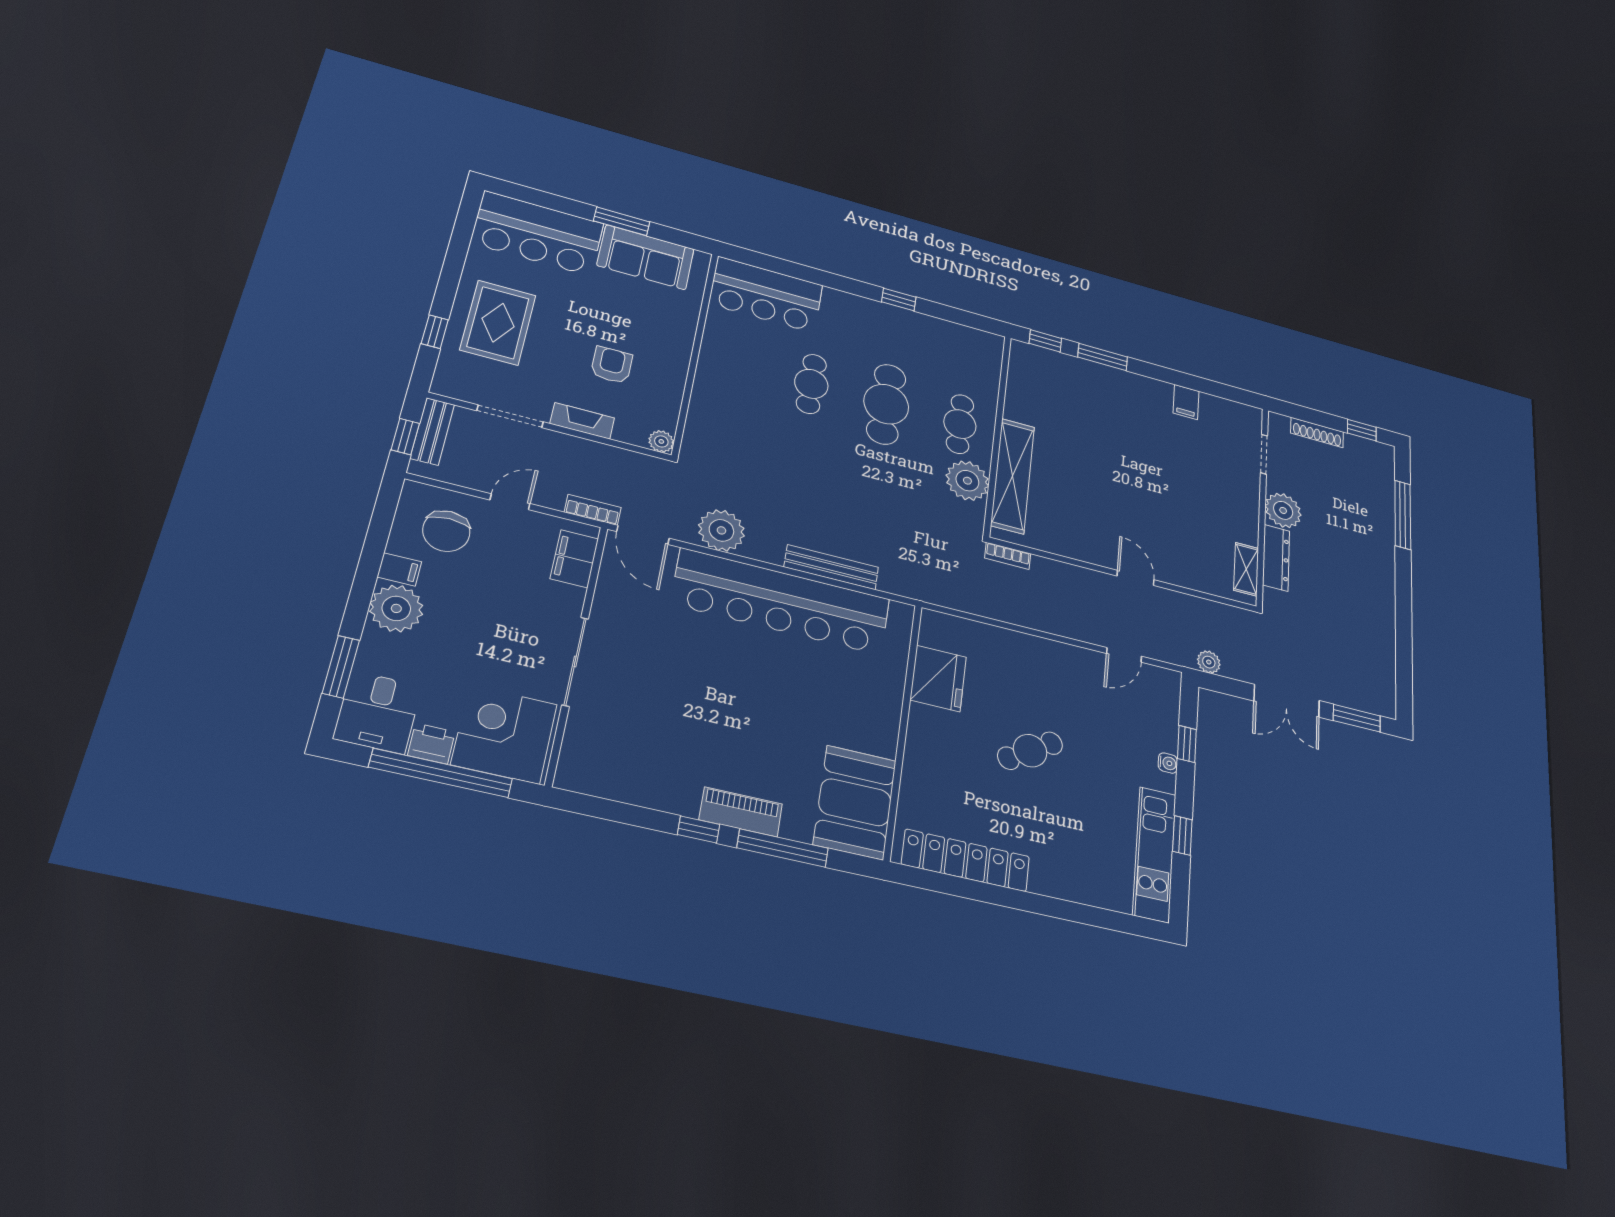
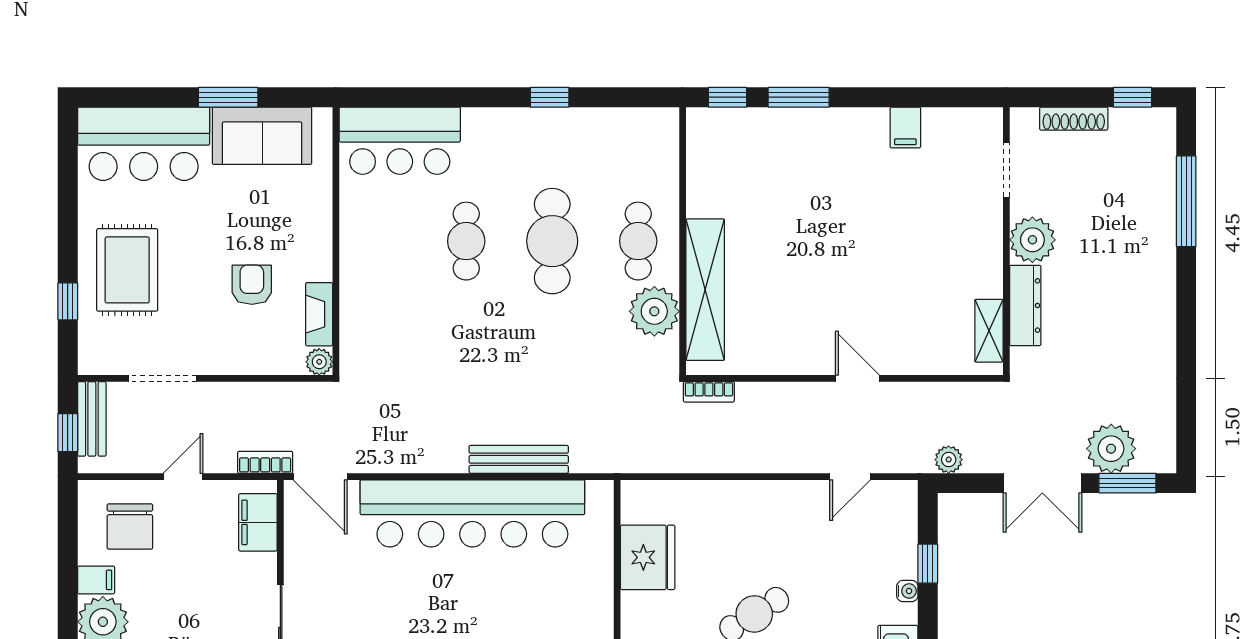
fireplace: (582, 421) -> (319, 314), moved, turned -90
plant: (721, 530) -> (1111, 449), moved

